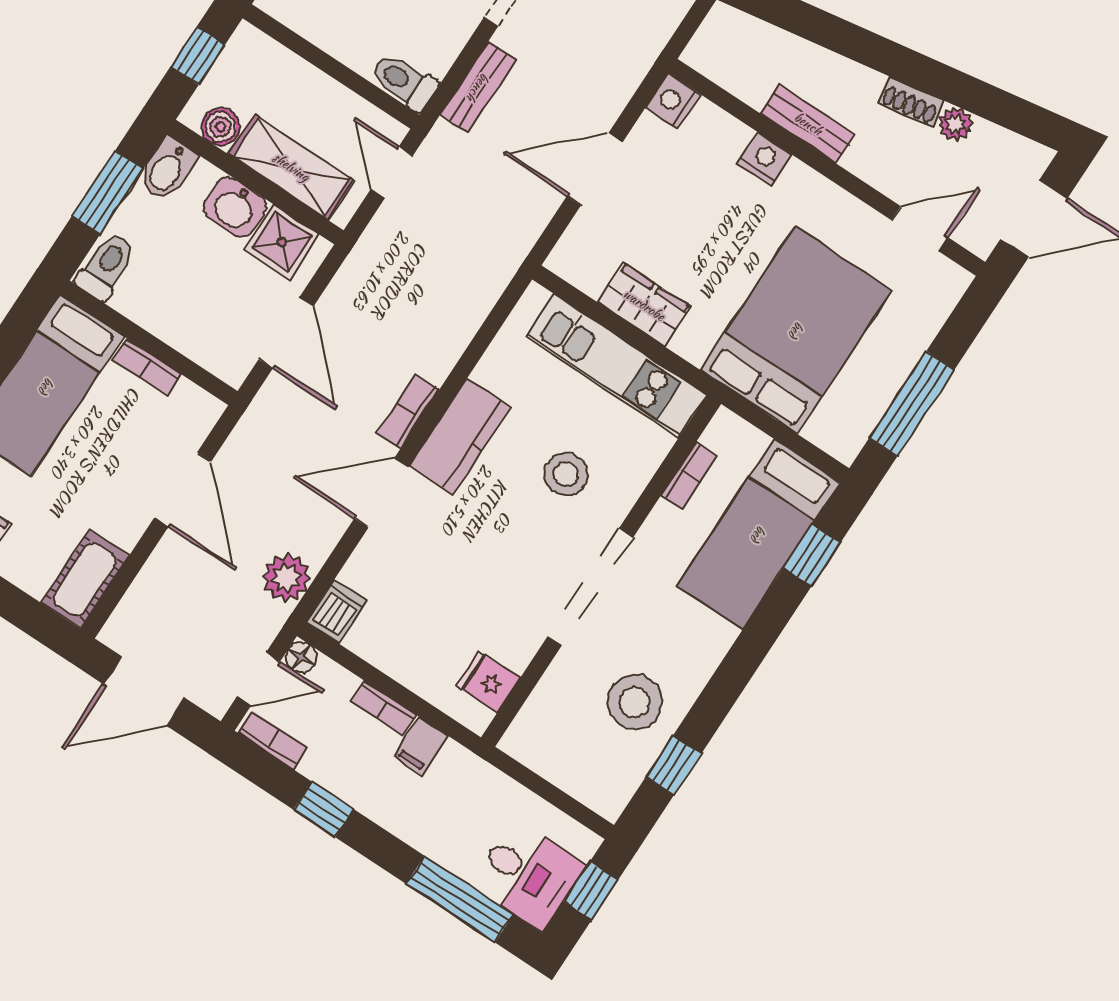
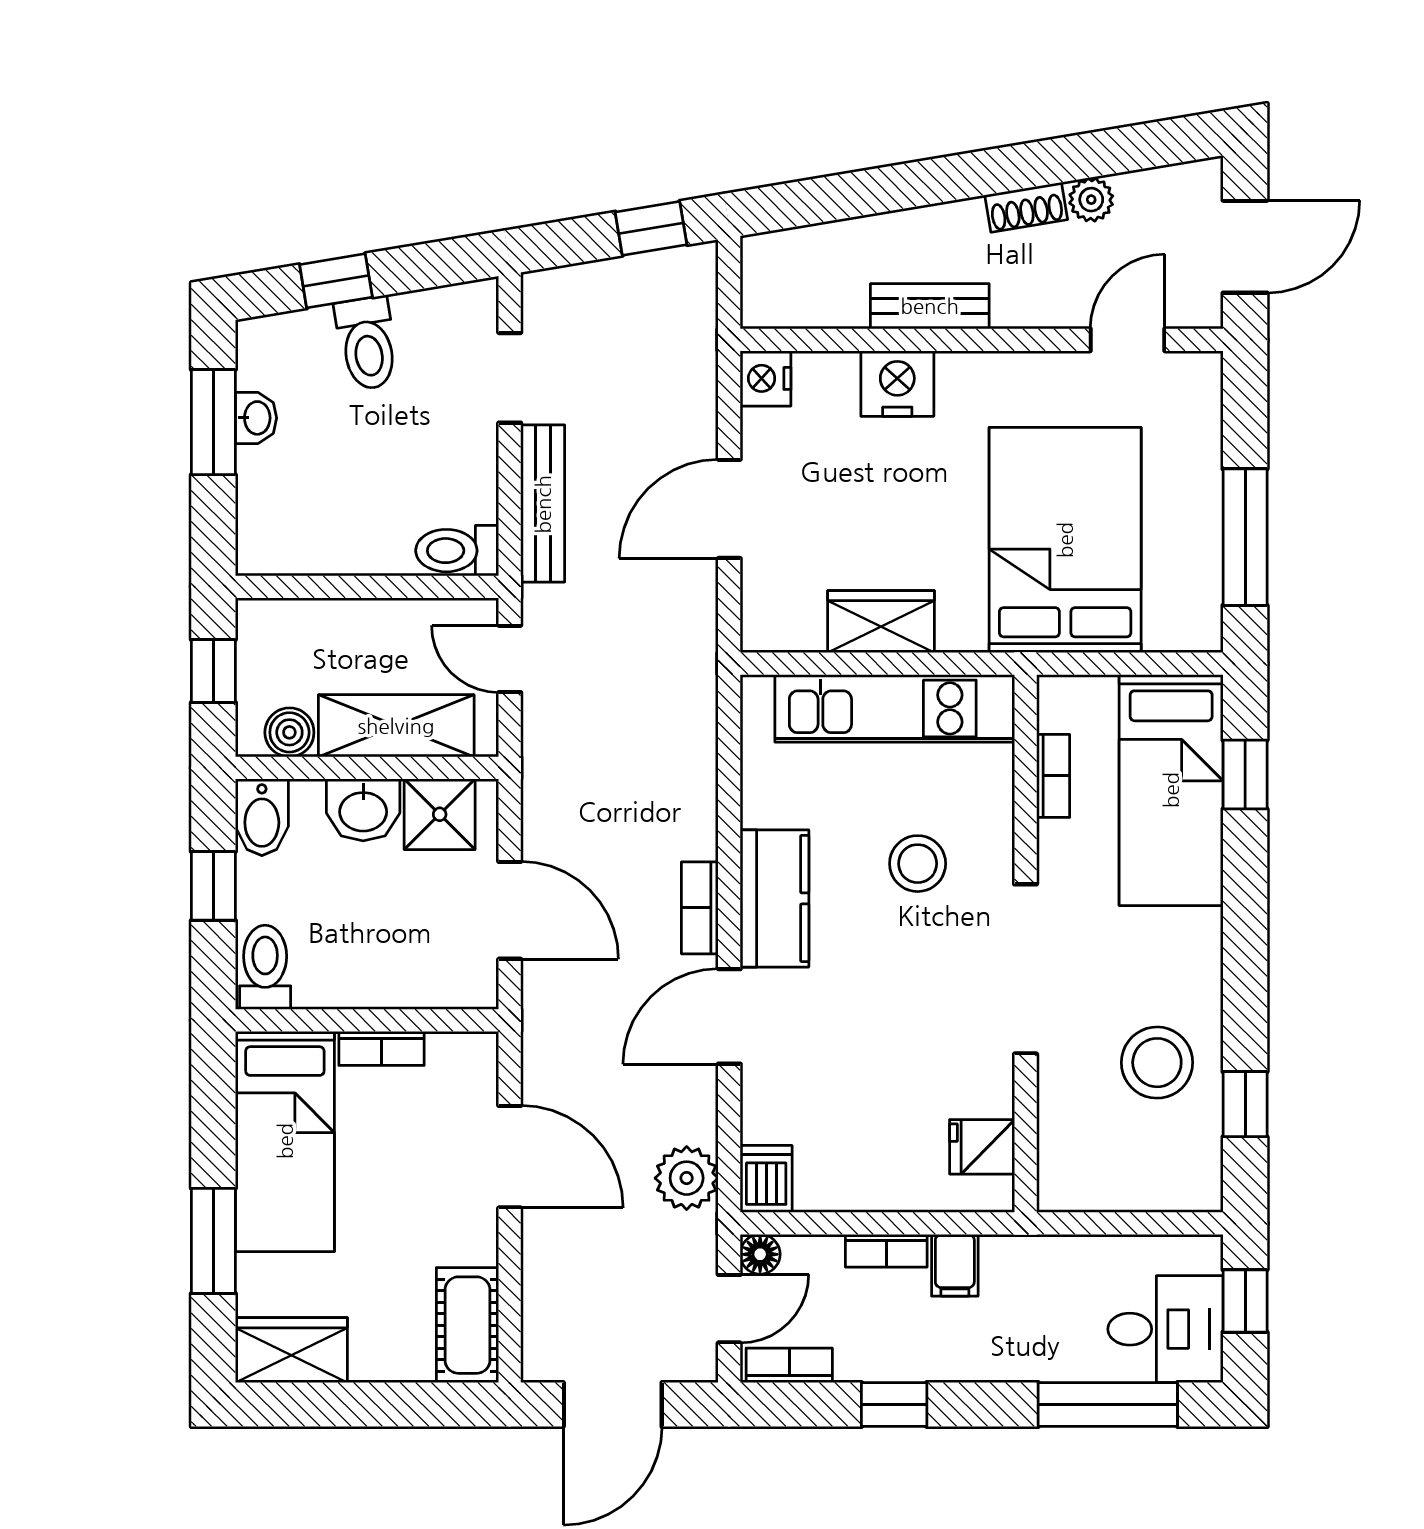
bench: (478, 87) -> (543, 504), width x1.36
nightstand: (764, 159) -> (897, 384), width x1.36, depth x1.33
window: (107, 193) -> (213, 886), width x0.67

